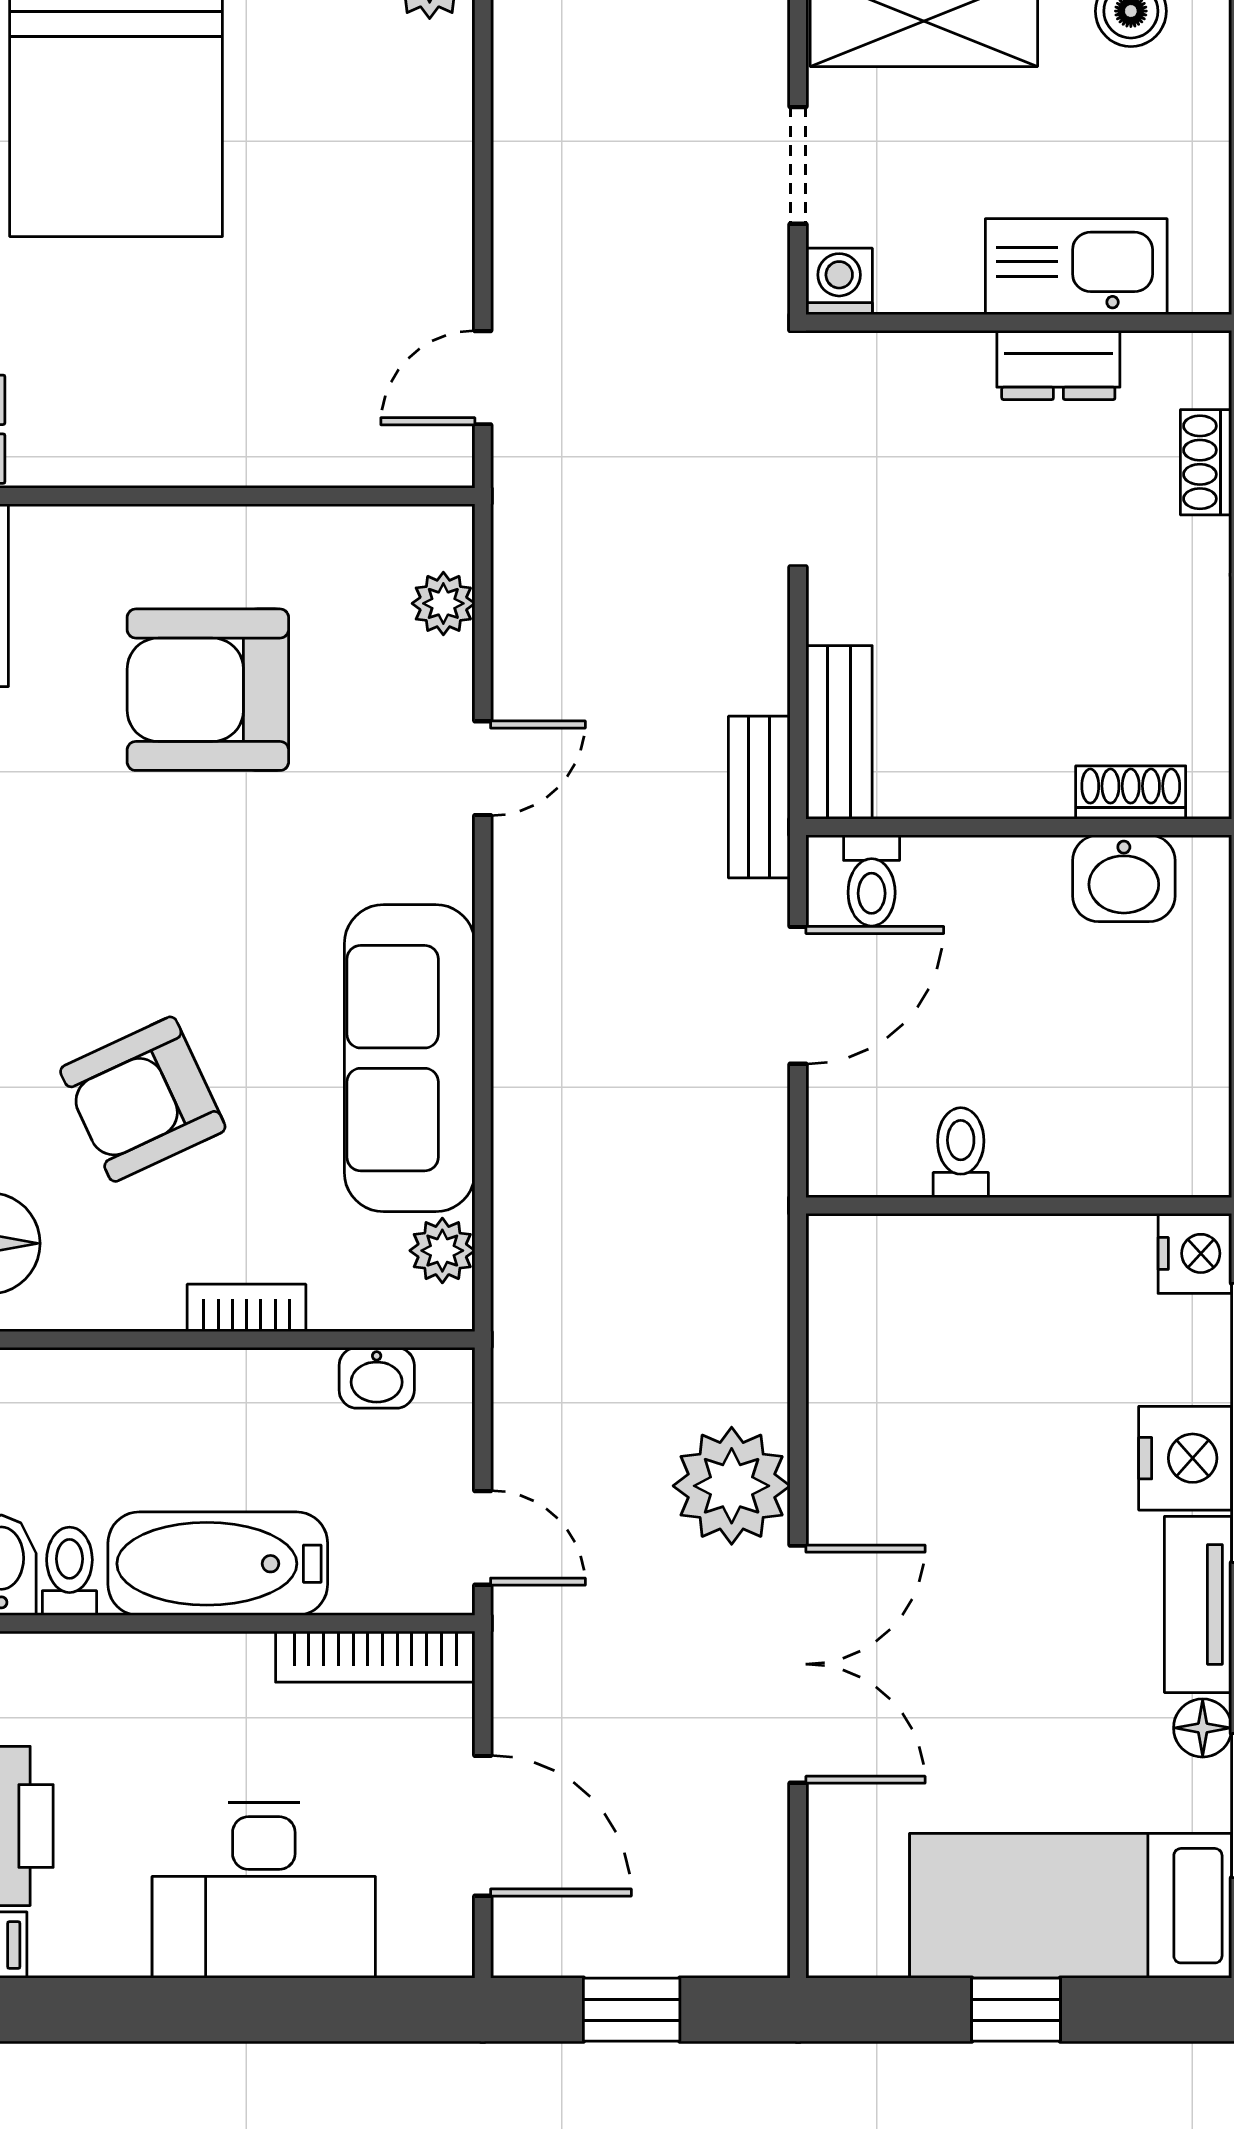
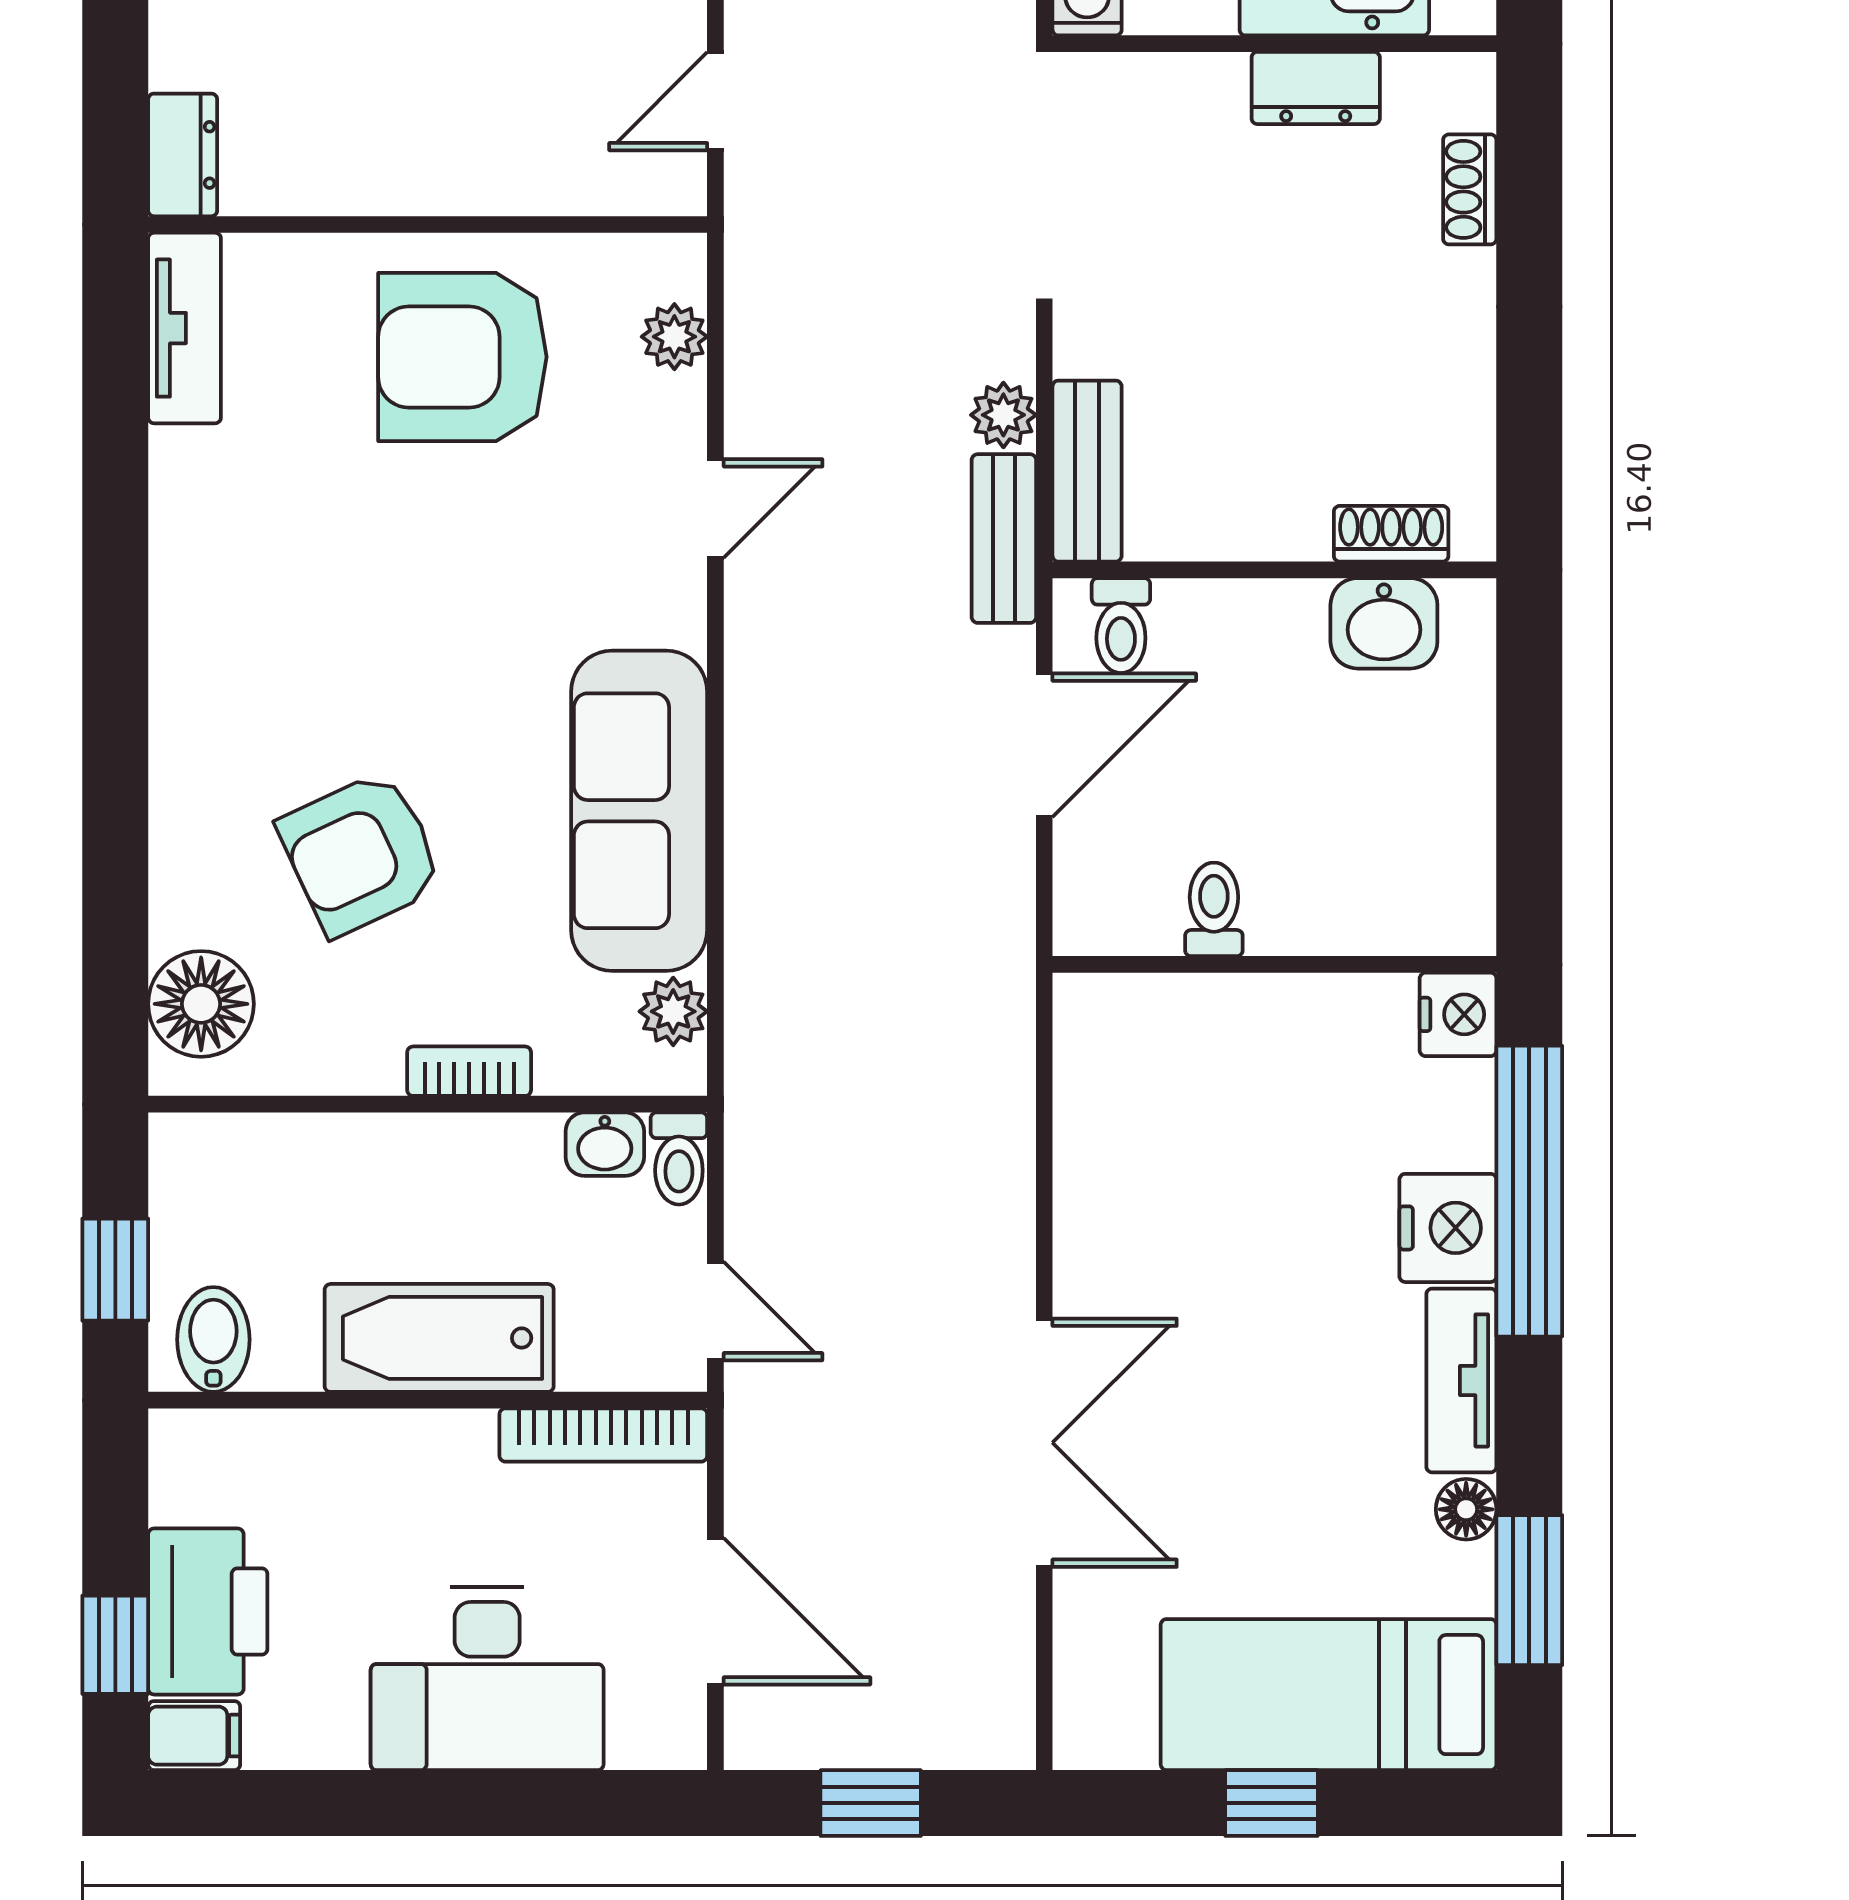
armchair: (208, 690) -> (462, 357), moved
plant: (732, 1486) -> (1003, 415), moved, width x0.53, depth x0.53
toilet: (69, 1571) -> (679, 1158), moved, turned 180

